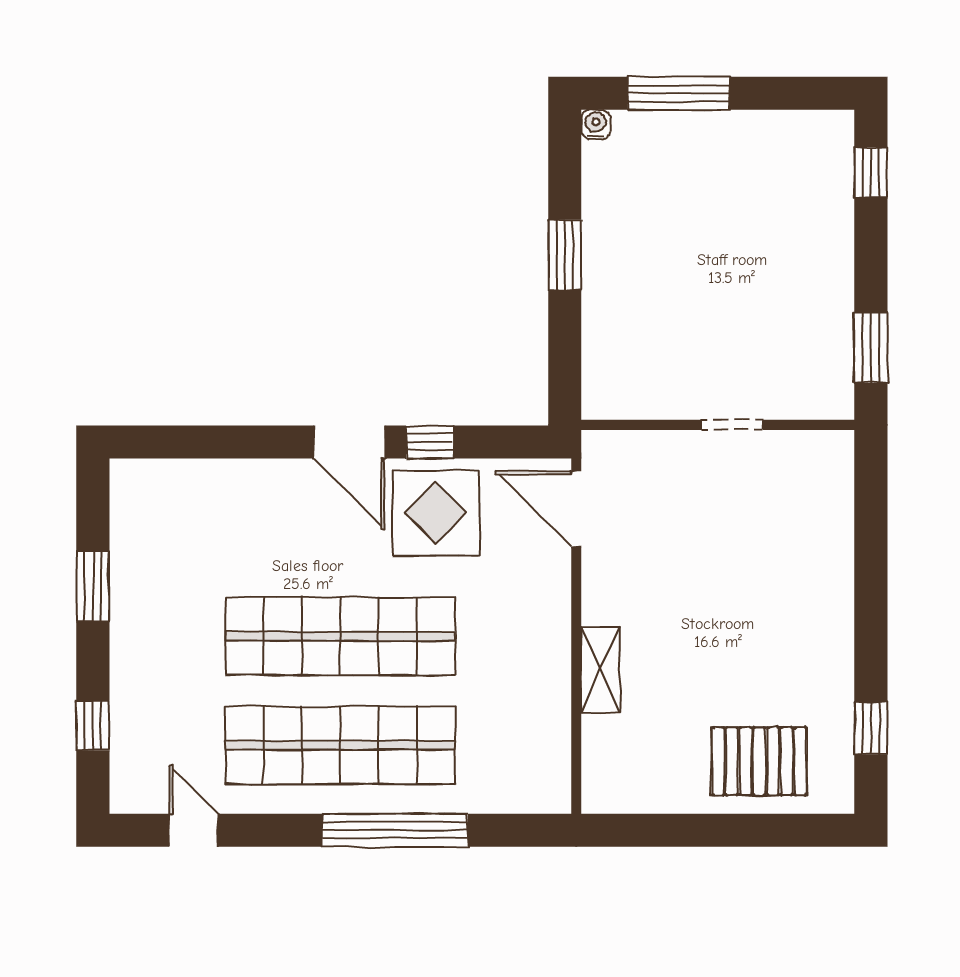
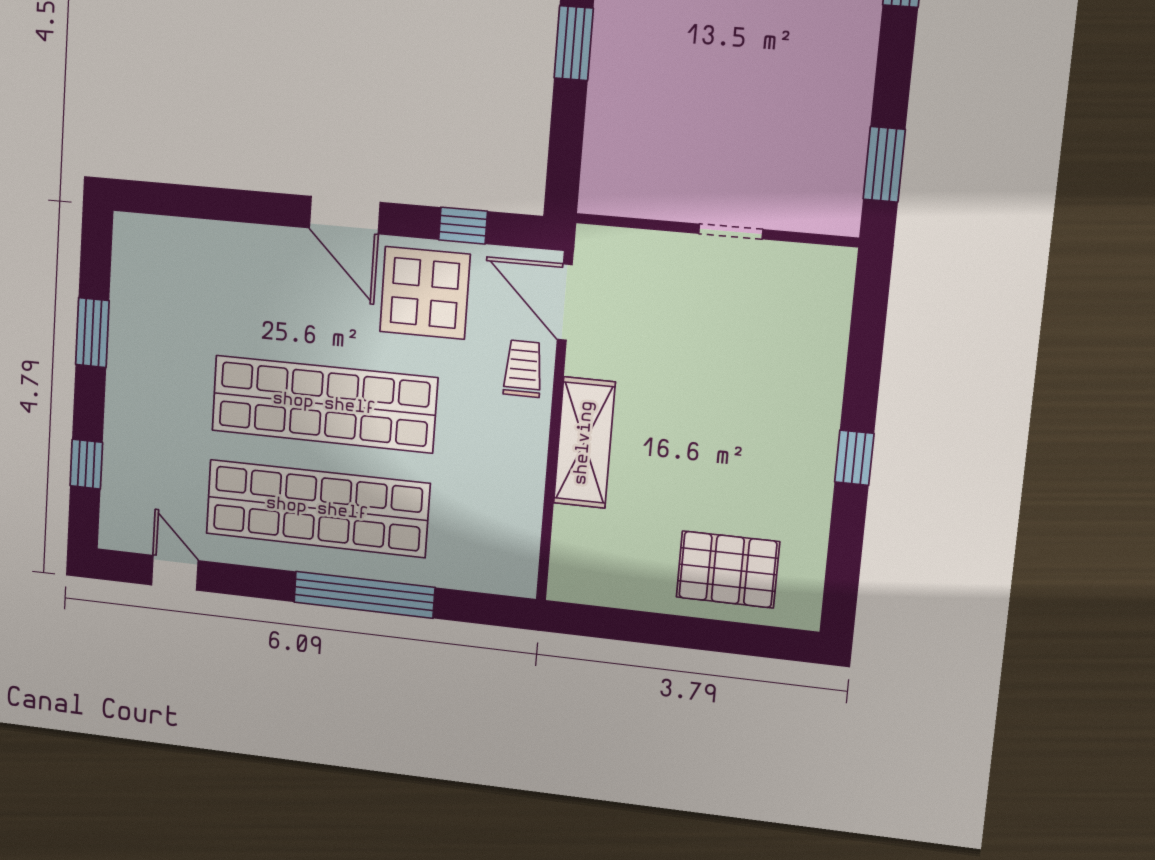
window: (430, 442) -> (463, 226), moved
trolley: (540, 580) -> (523, 369), added
shelving: (600, 670) -> (584, 443), width x1.50, depth x1.33
window: (871, 728) -> (854, 458), moved

